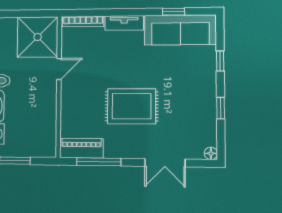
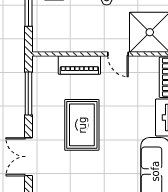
piano: (81, 148) -> (79, 65), moved, turned 90

